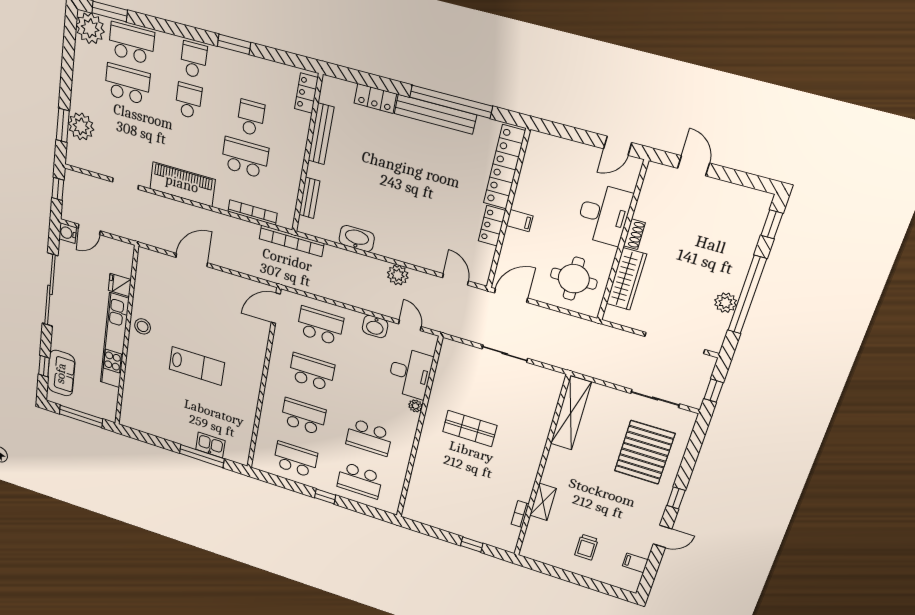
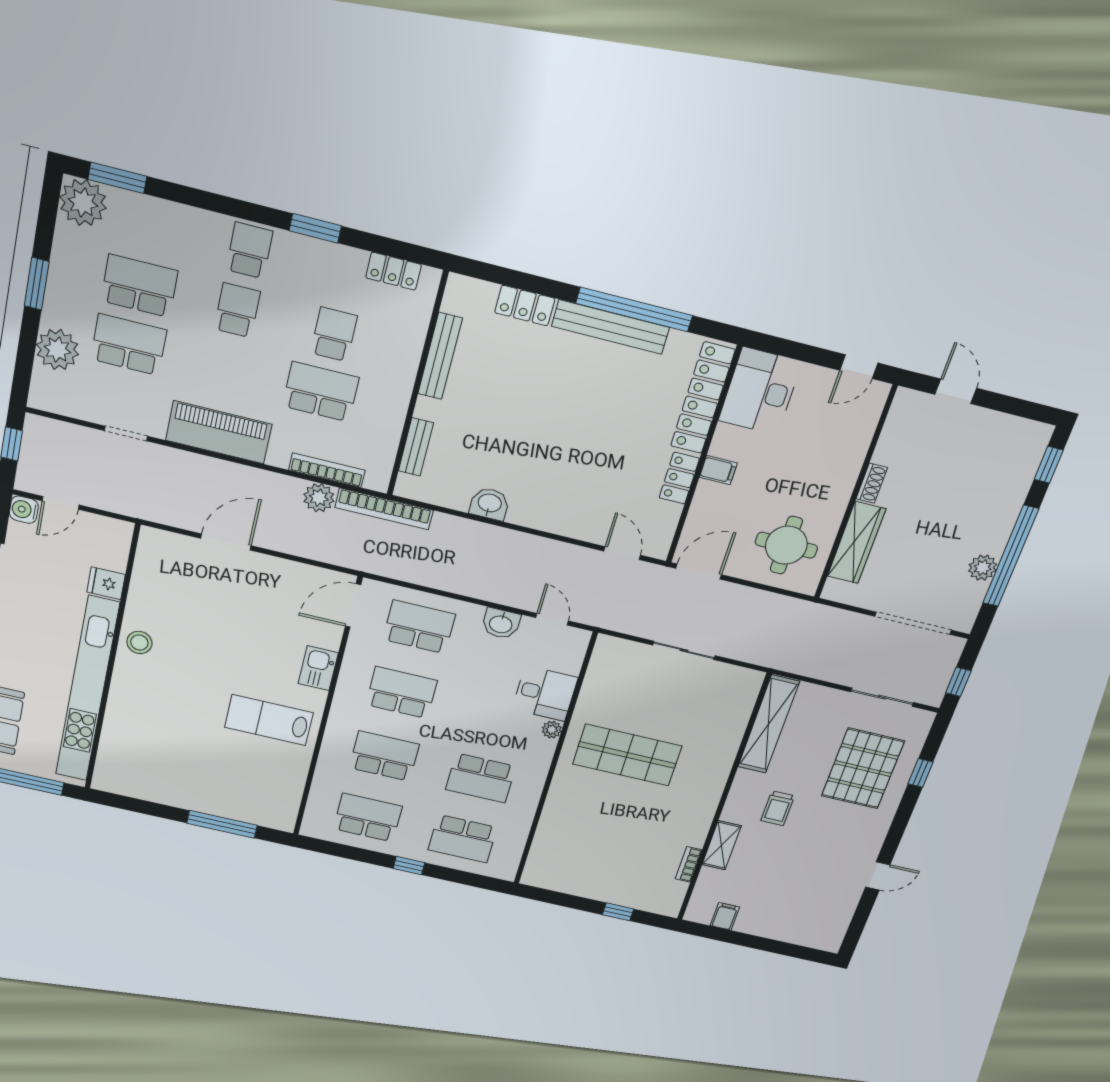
school desk: (131, 43) -> (129, 345), moved
locker: (306, 93) -> (394, 271), moved, turned -90
window: (63, 125) -> (37, 284), moved
desk: (604, 214) -> (760, 391), moved, turned 180
washbasin: (357, 239) -> (490, 504), width x0.72
plant: (398, 275) -> (319, 498), moved
kitchen unit: (115, 341) -> (87, 690), width x1.36
lab bench: (197, 366) -> (269, 720), moved, turned 180
desk: (410, 373) -> (545, 693), width x0.73
shop shelf: (470, 429) -> (627, 755), width x1.43, depth x1.36
kitchen sink: (210, 445) -> (318, 668), moved, turned -90
window: (676, 498) -> (920, 773), moved
trolley: (586, 547) -> (778, 808), moved
filing cabinet: (635, 563) -> (725, 916), moved, turned 90

